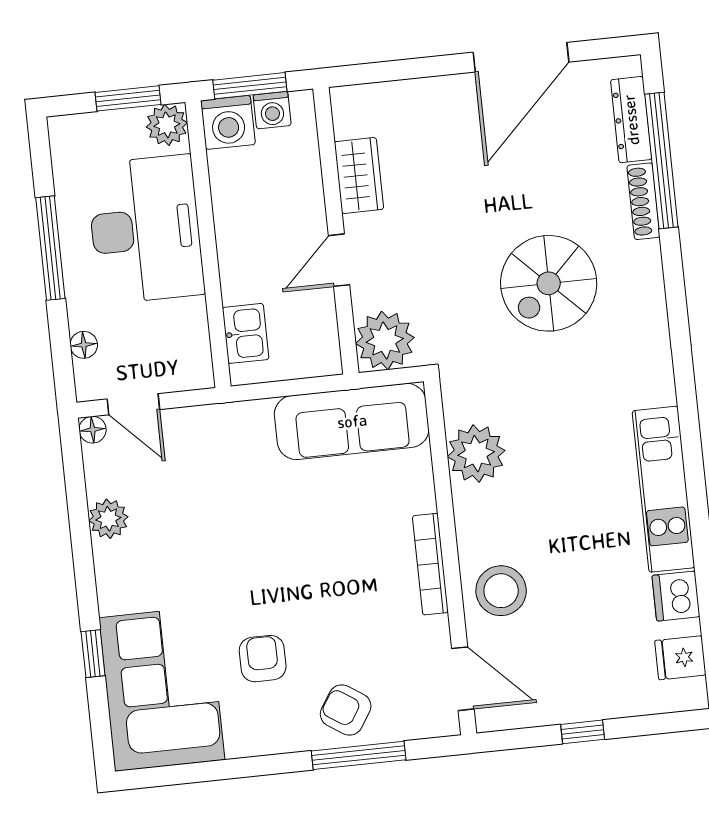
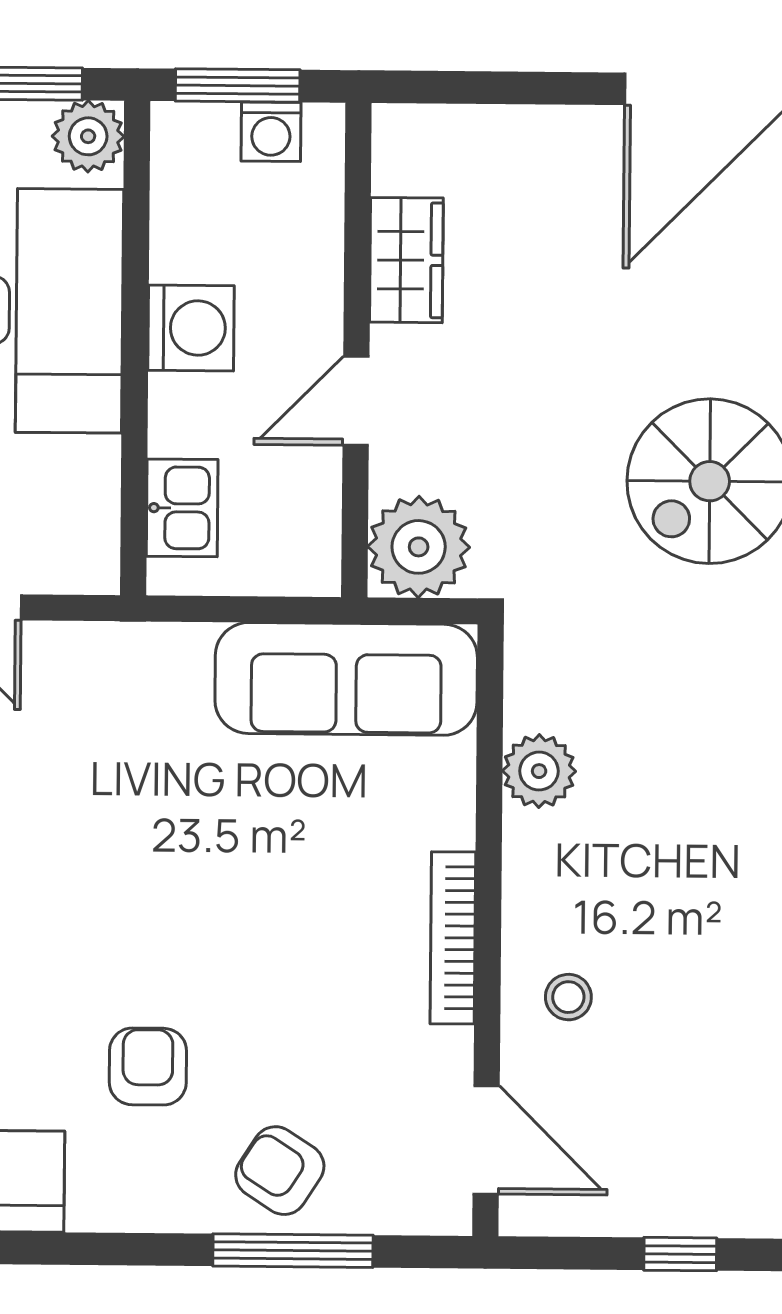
washing machine: (228, 122) -> (191, 328), moved, turned -90
plant: (476, 454) -> (539, 771), width x0.73, depth x0.73
stool: (501, 591) -> (568, 997), width x0.53, depth x0.53

